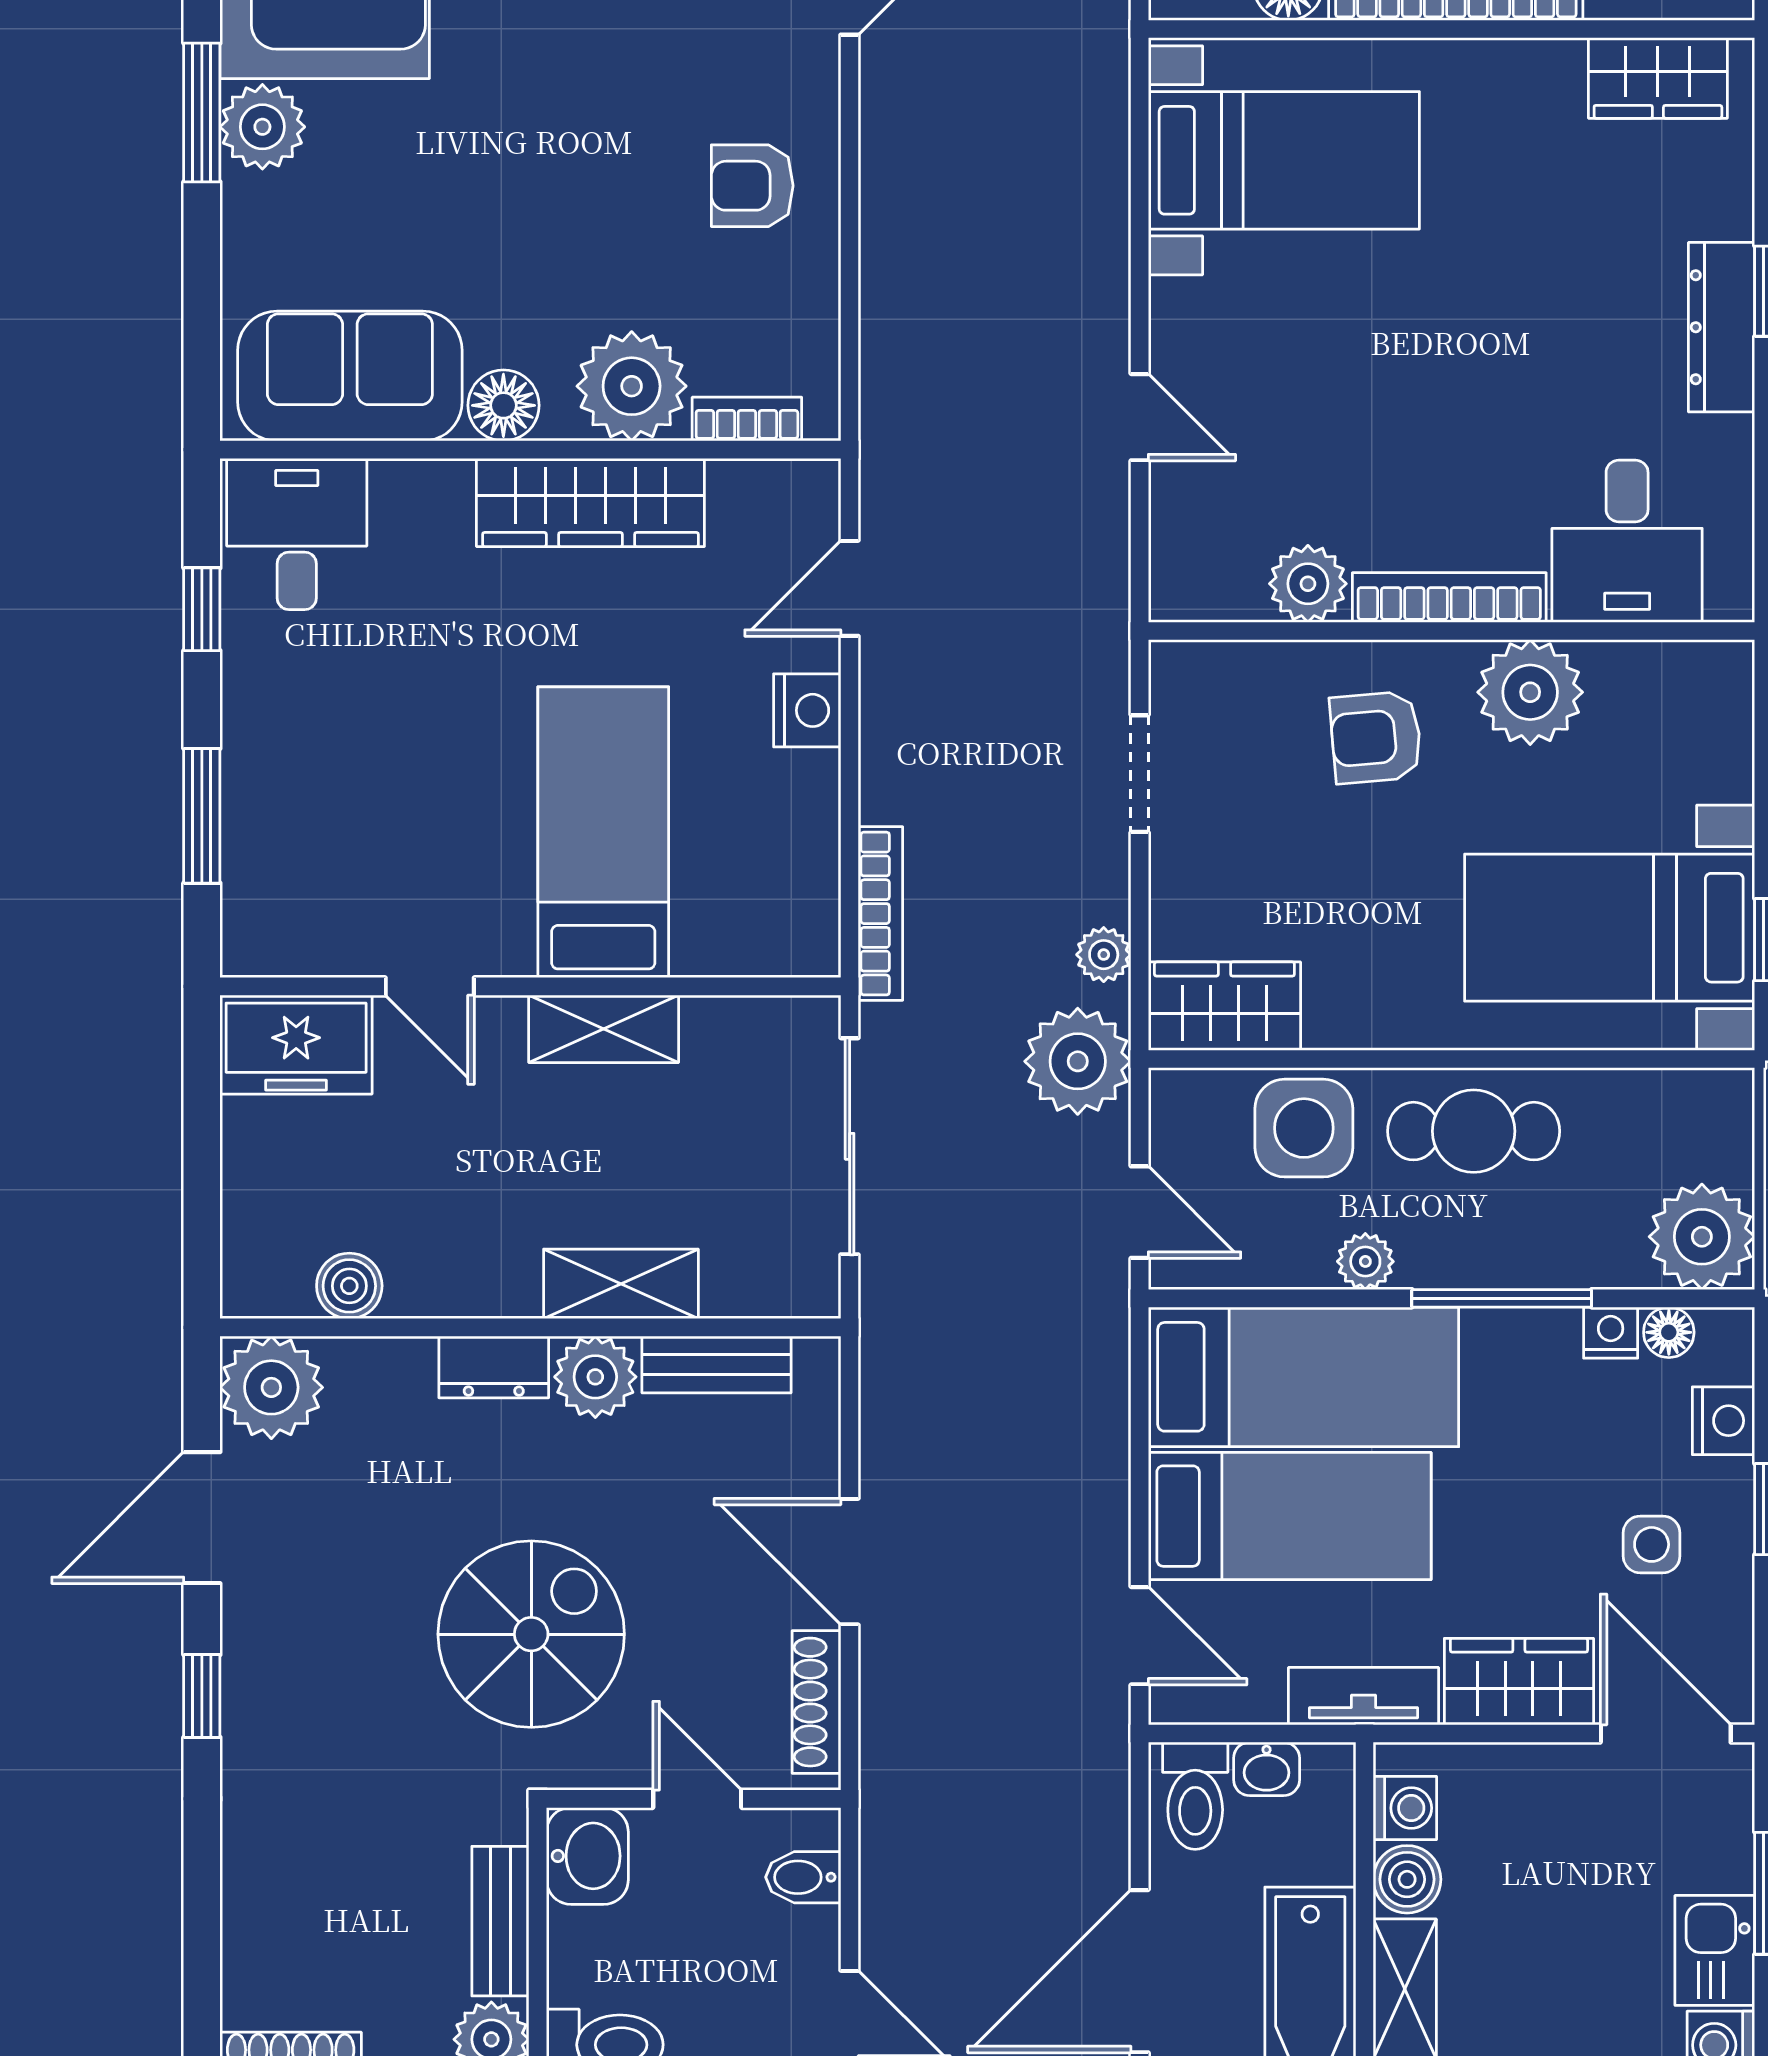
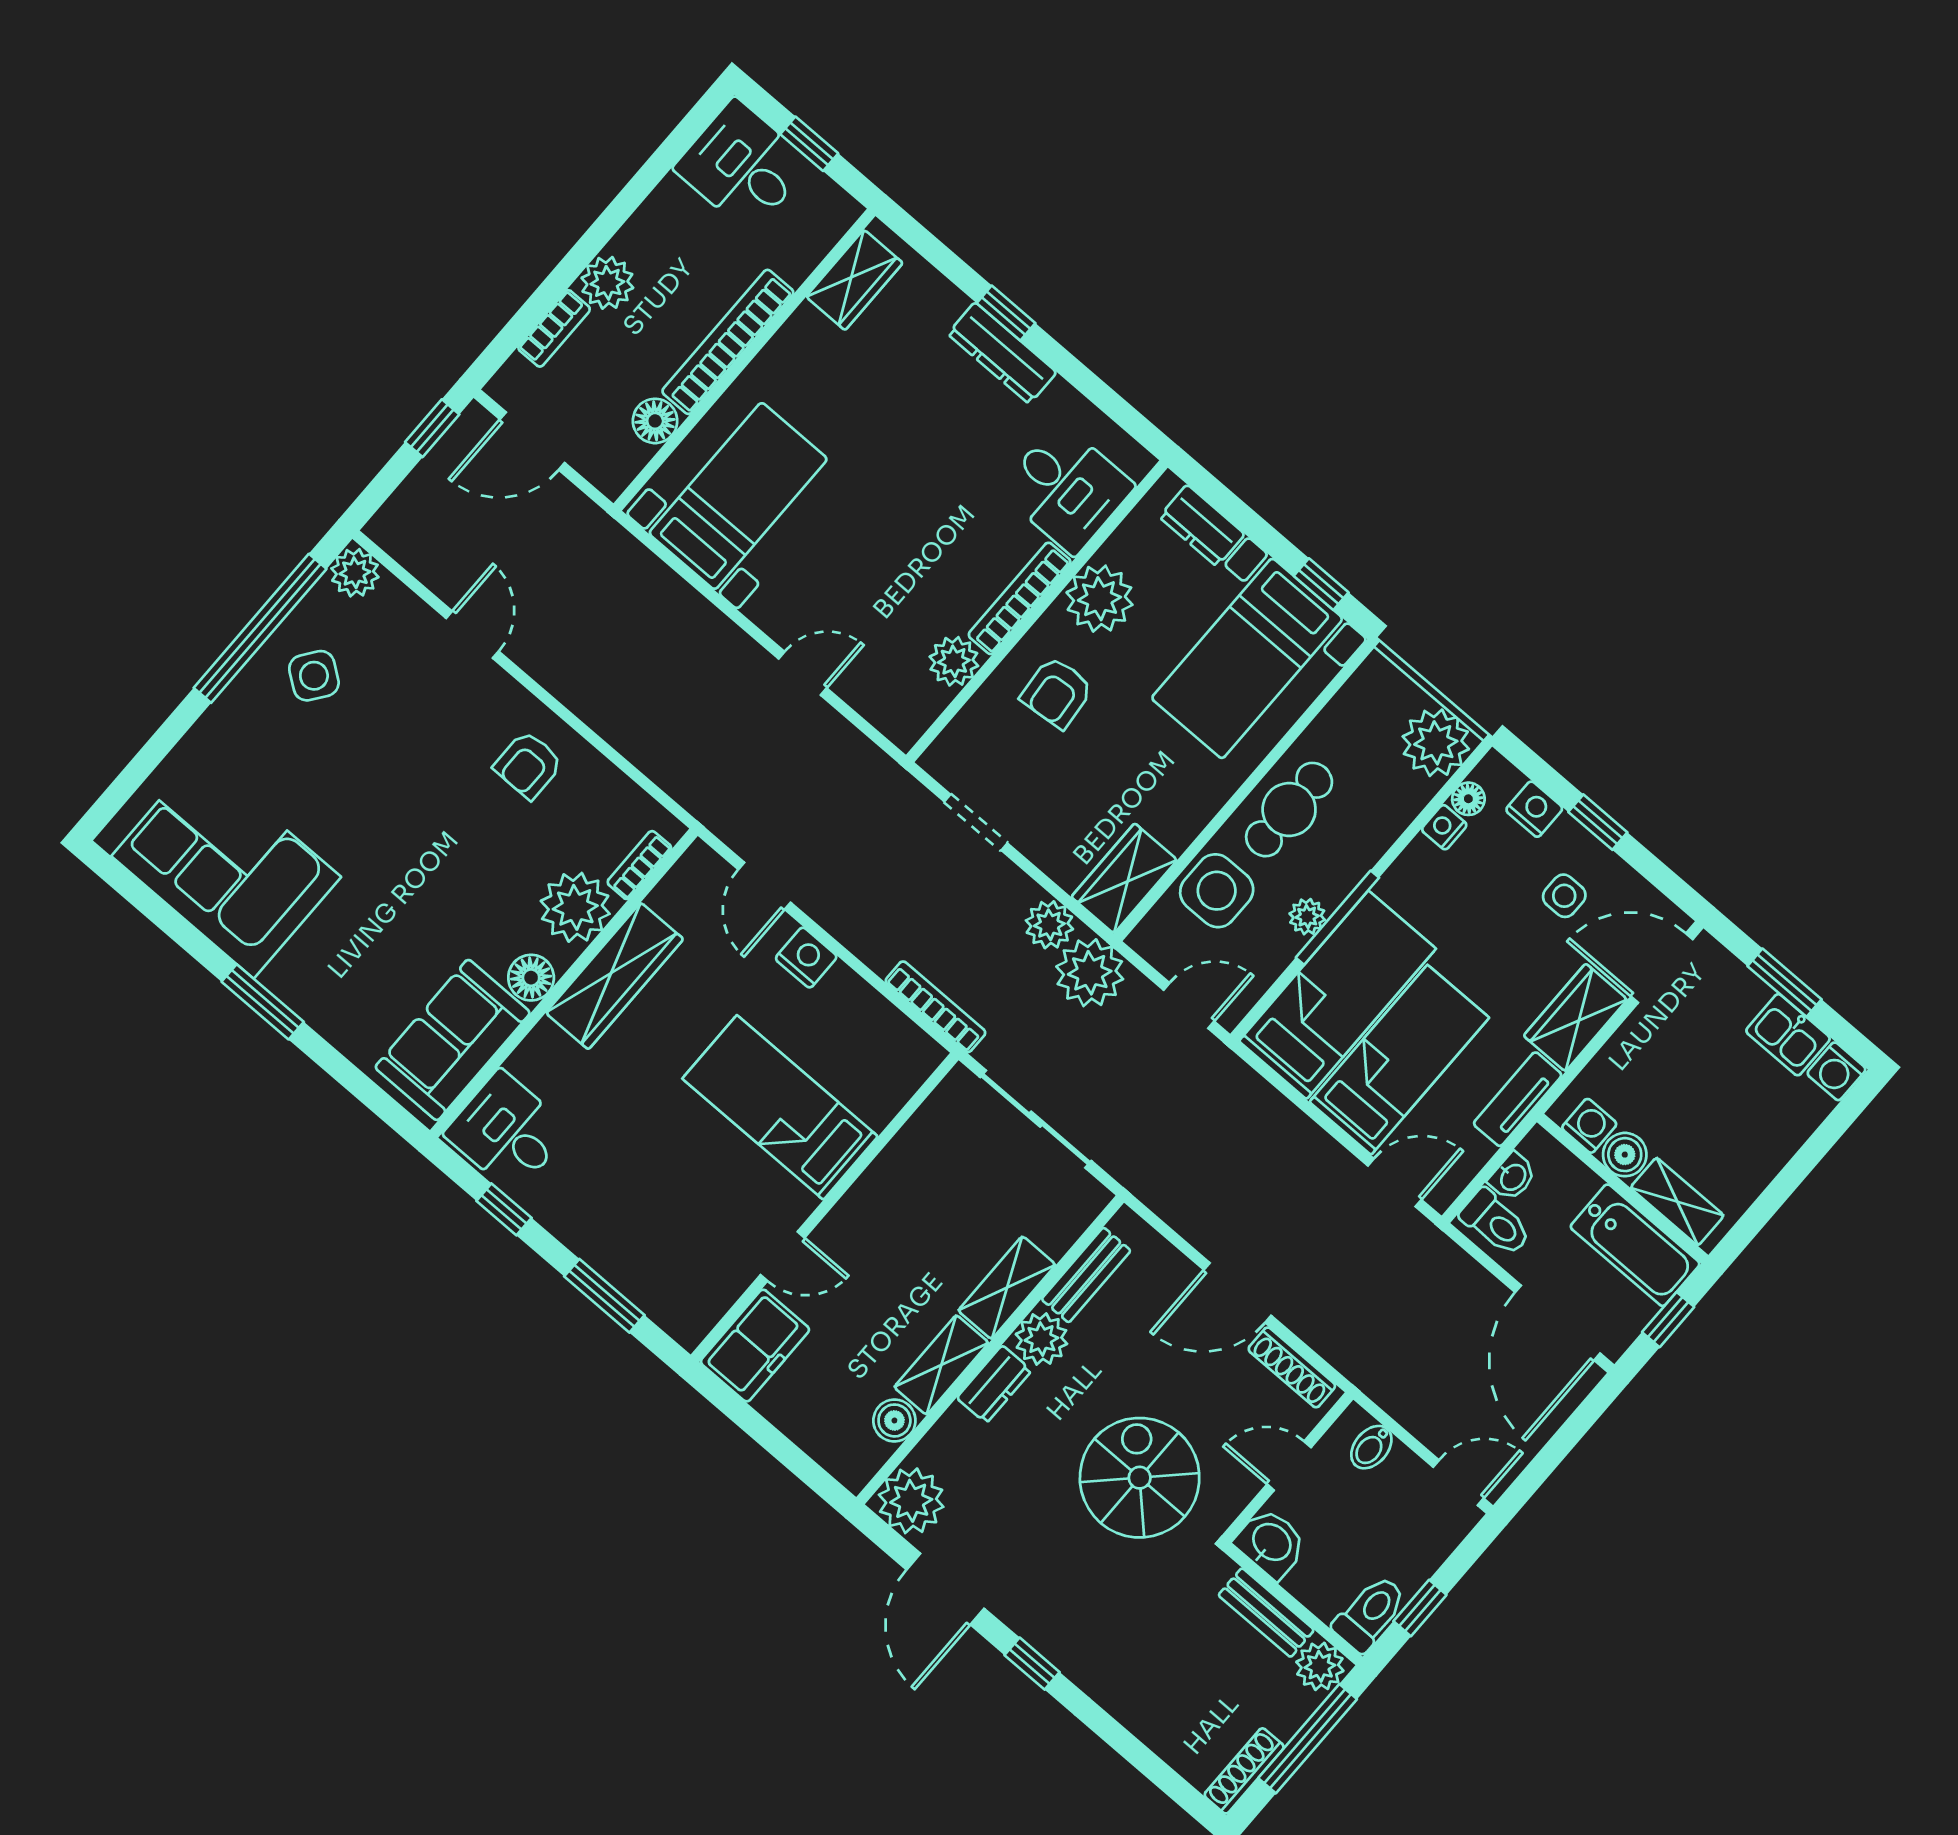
plant: (262, 127) -> (295, 978), removed
dresser: (1721, 739) -> (1202, 526), added
plant: (1104, 955) -> (1049, 925), width x1.38, depth x1.38
shelving: (604, 1029) -> (941, 1365), moved
window: (1502, 1298) -> (1337, 918), moved

